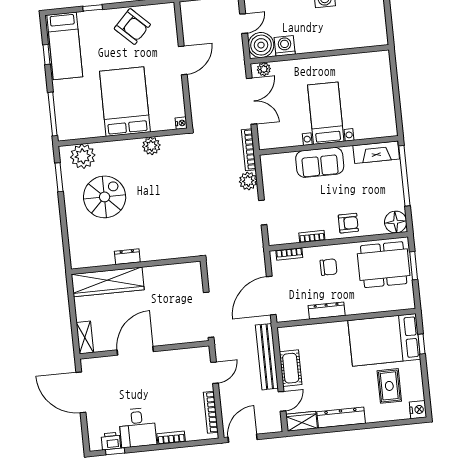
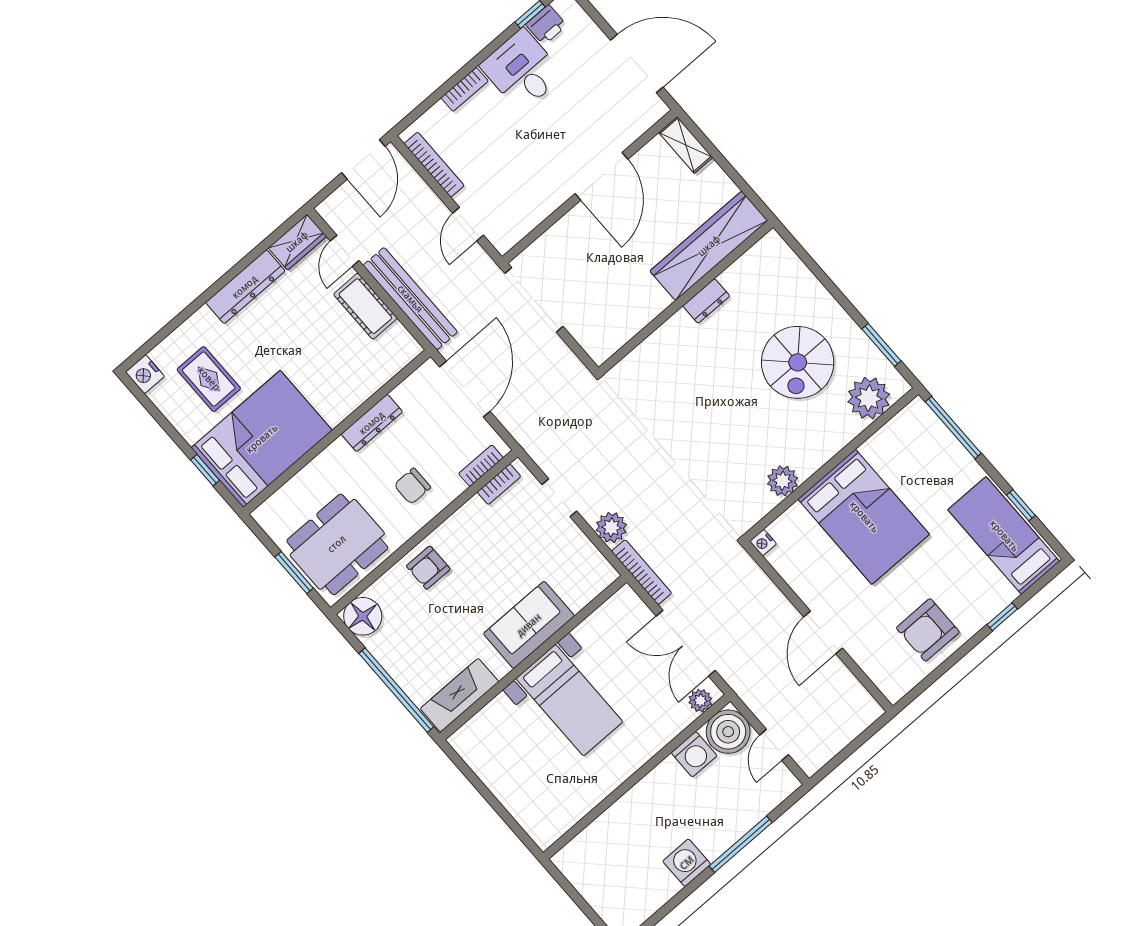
armchair: (132, 27) -> (928, 630), turned -44
bookcase: (312, 237) -> (499, 484), moved

